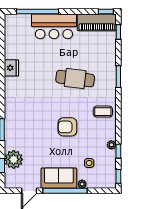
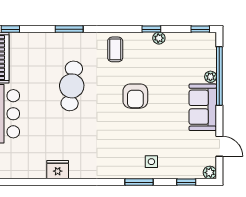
window: (118, 151) -> (151, 29), moved
plant: (14, 159) -> (210, 173), moved, width x0.53, depth x0.53
side table: (89, 163) -> (151, 162), moved
window: (65, 191) -> (219, 76), moved

